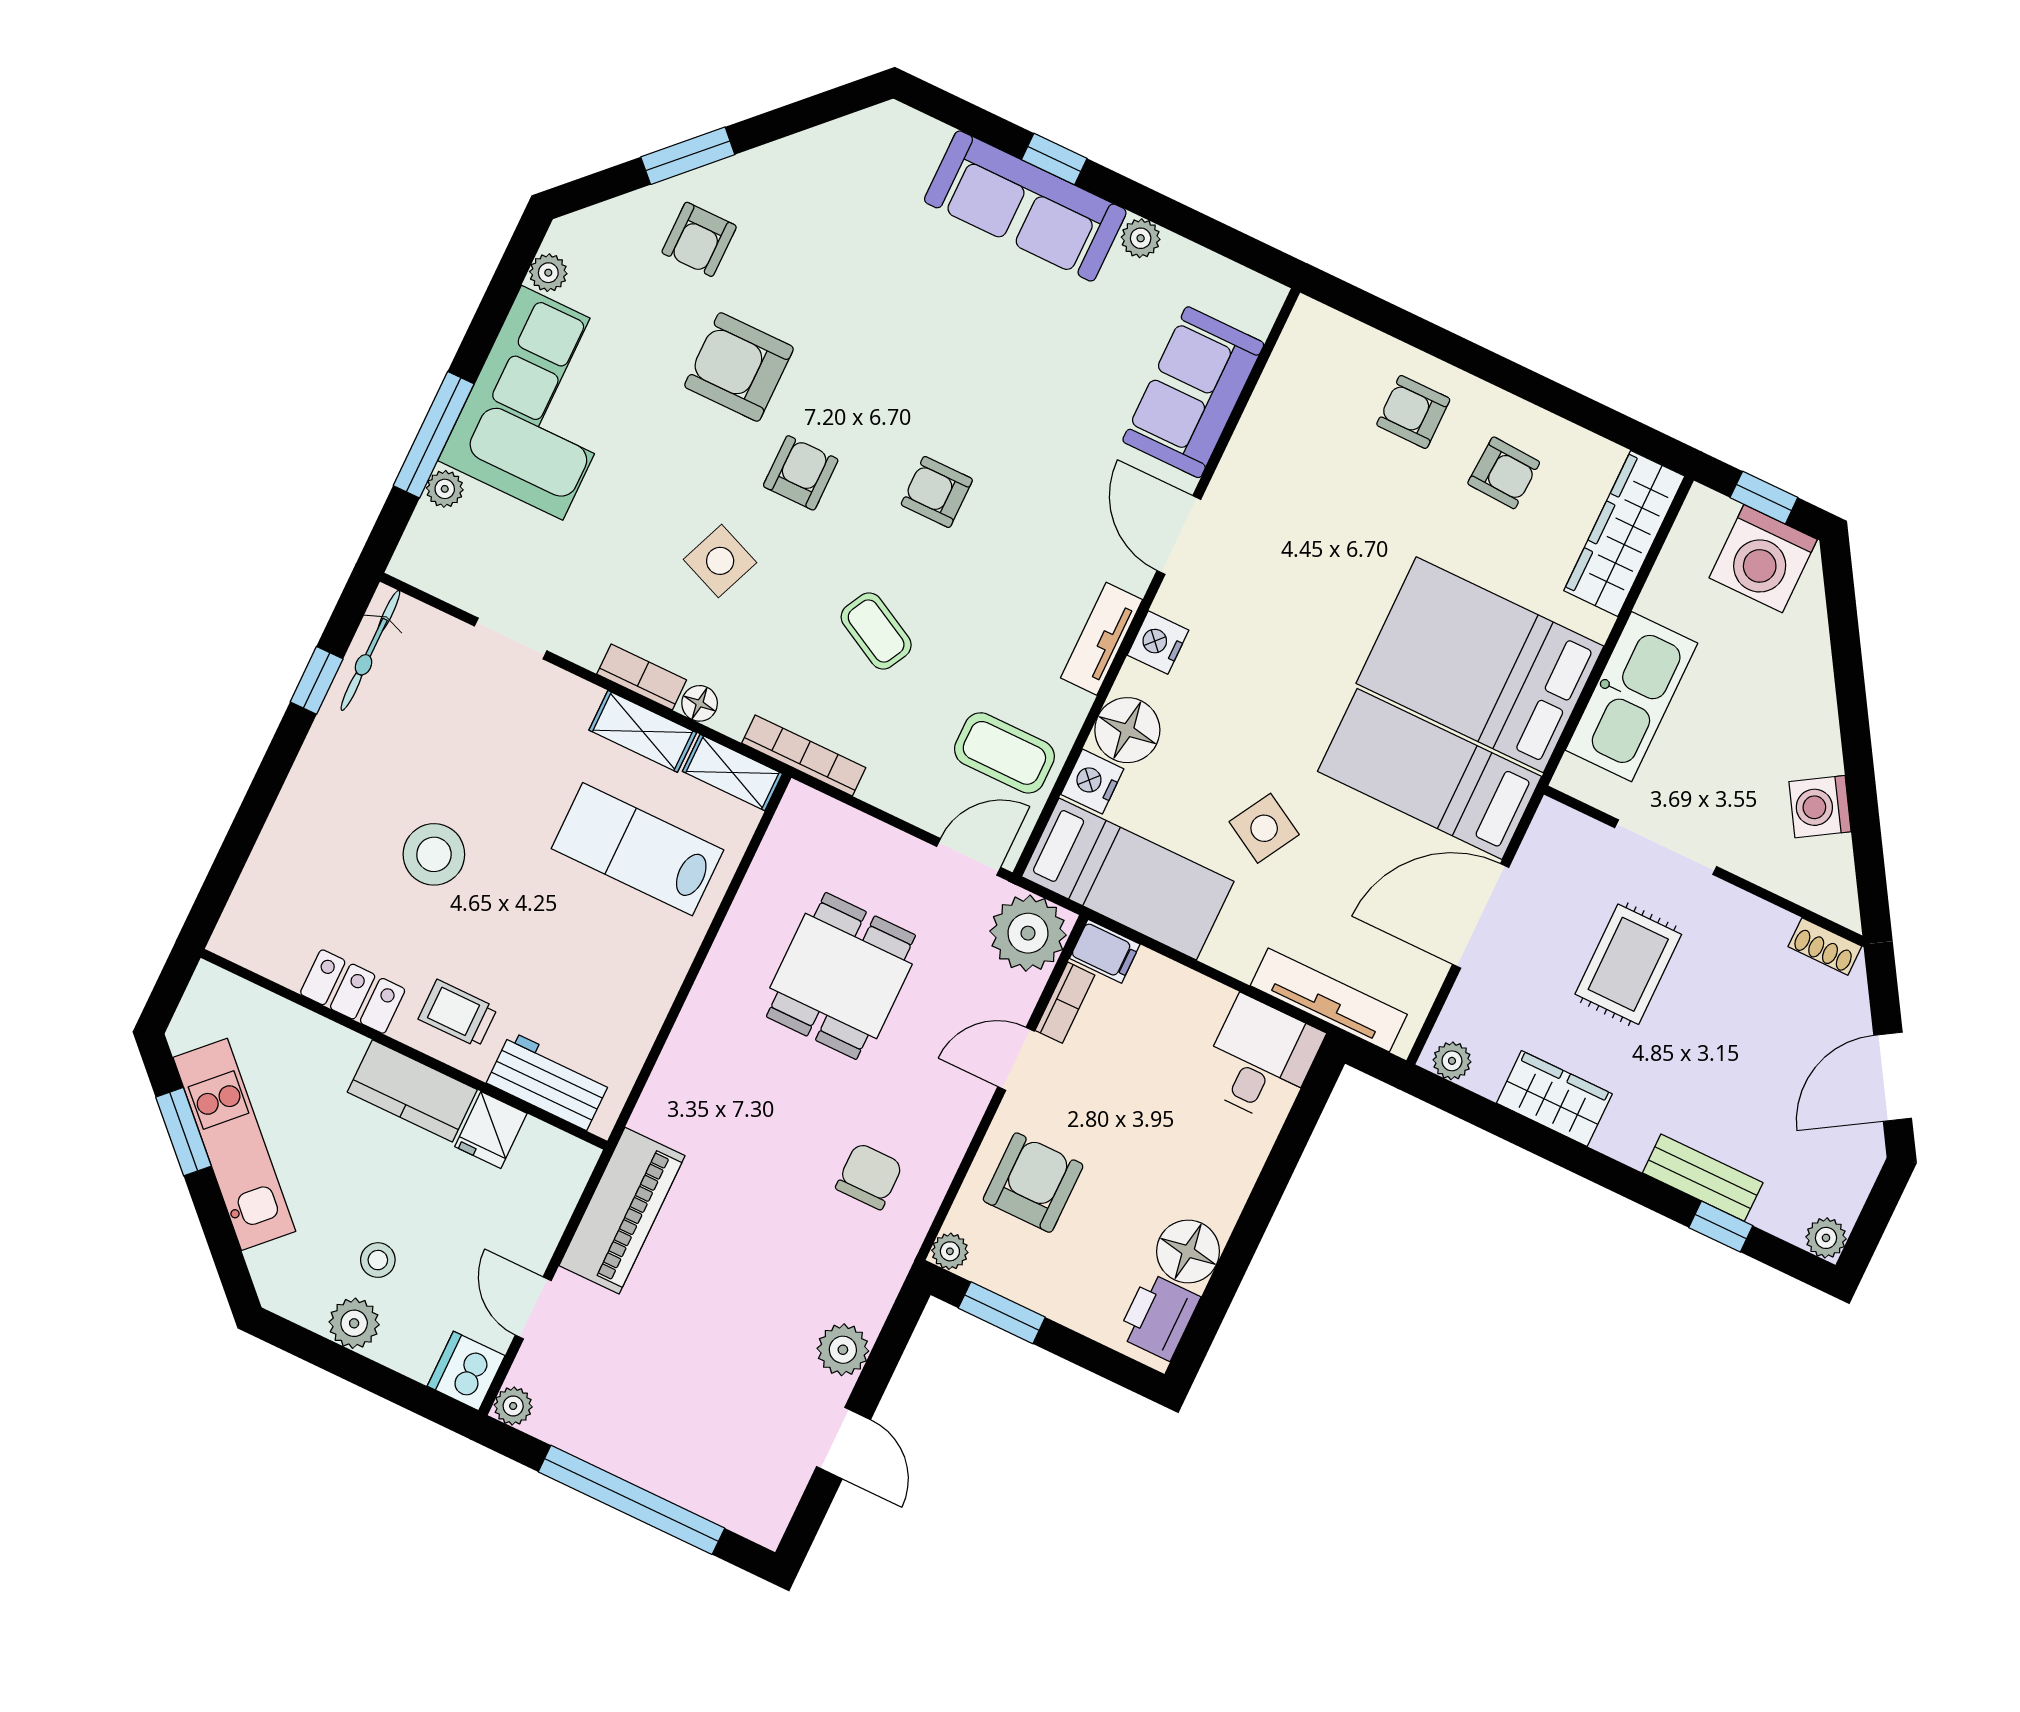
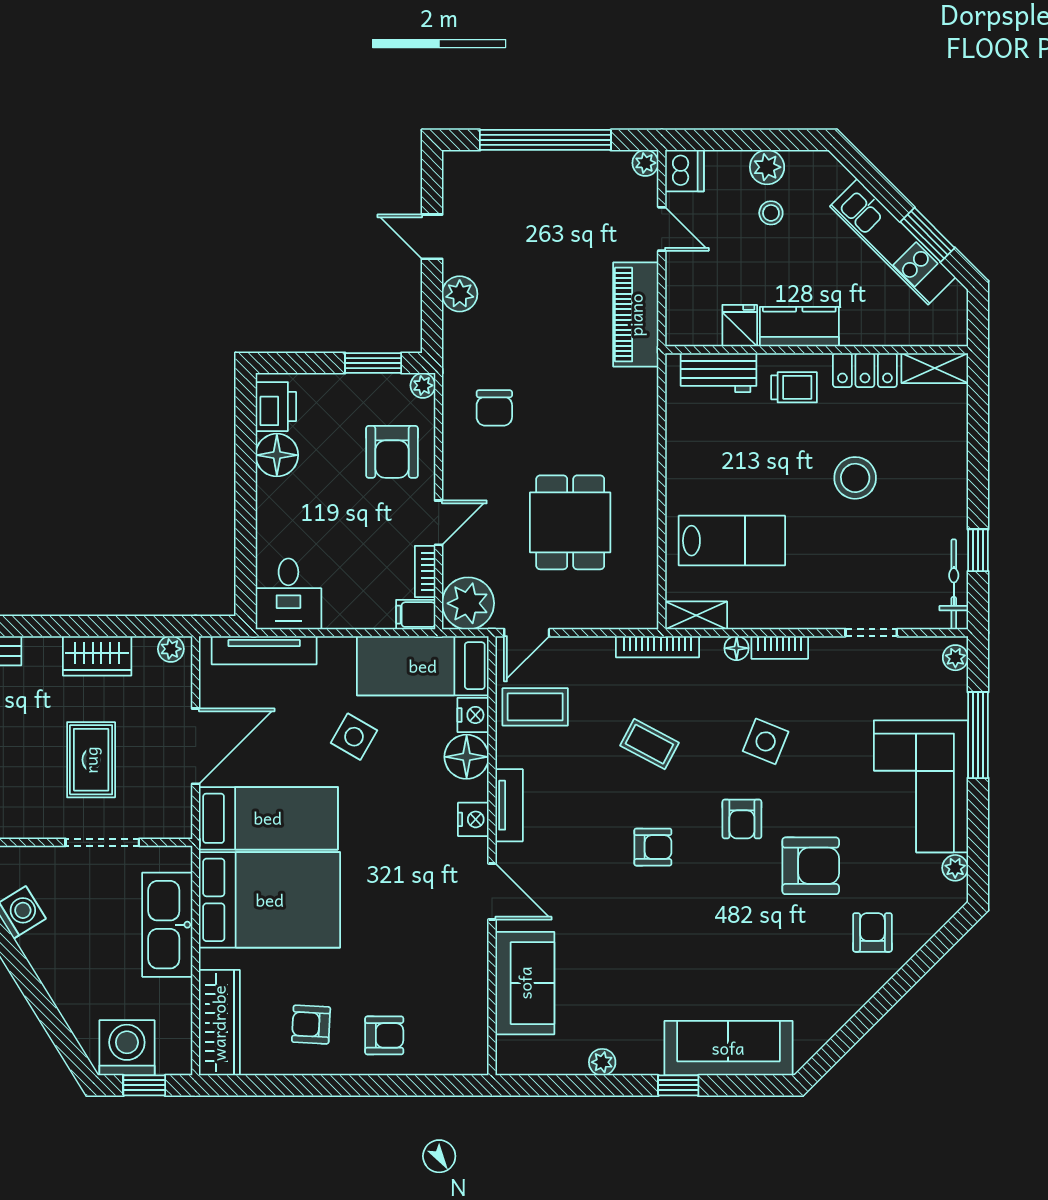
window: (688, 156) -> (904, 980), removed
sofa: (1025, 206) -> (728, 1048), moved
plant: (445, 489) -> (955, 658), moved
shelving: (643, 731) -> (935, 368), moved

